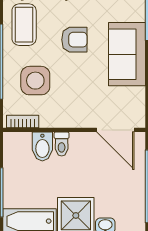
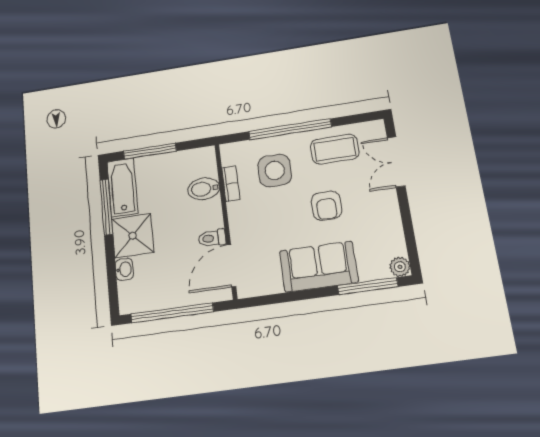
bookcase: (23, 121) -> (231, 184), moved
toilet: (62, 144) -> (212, 238), moved

